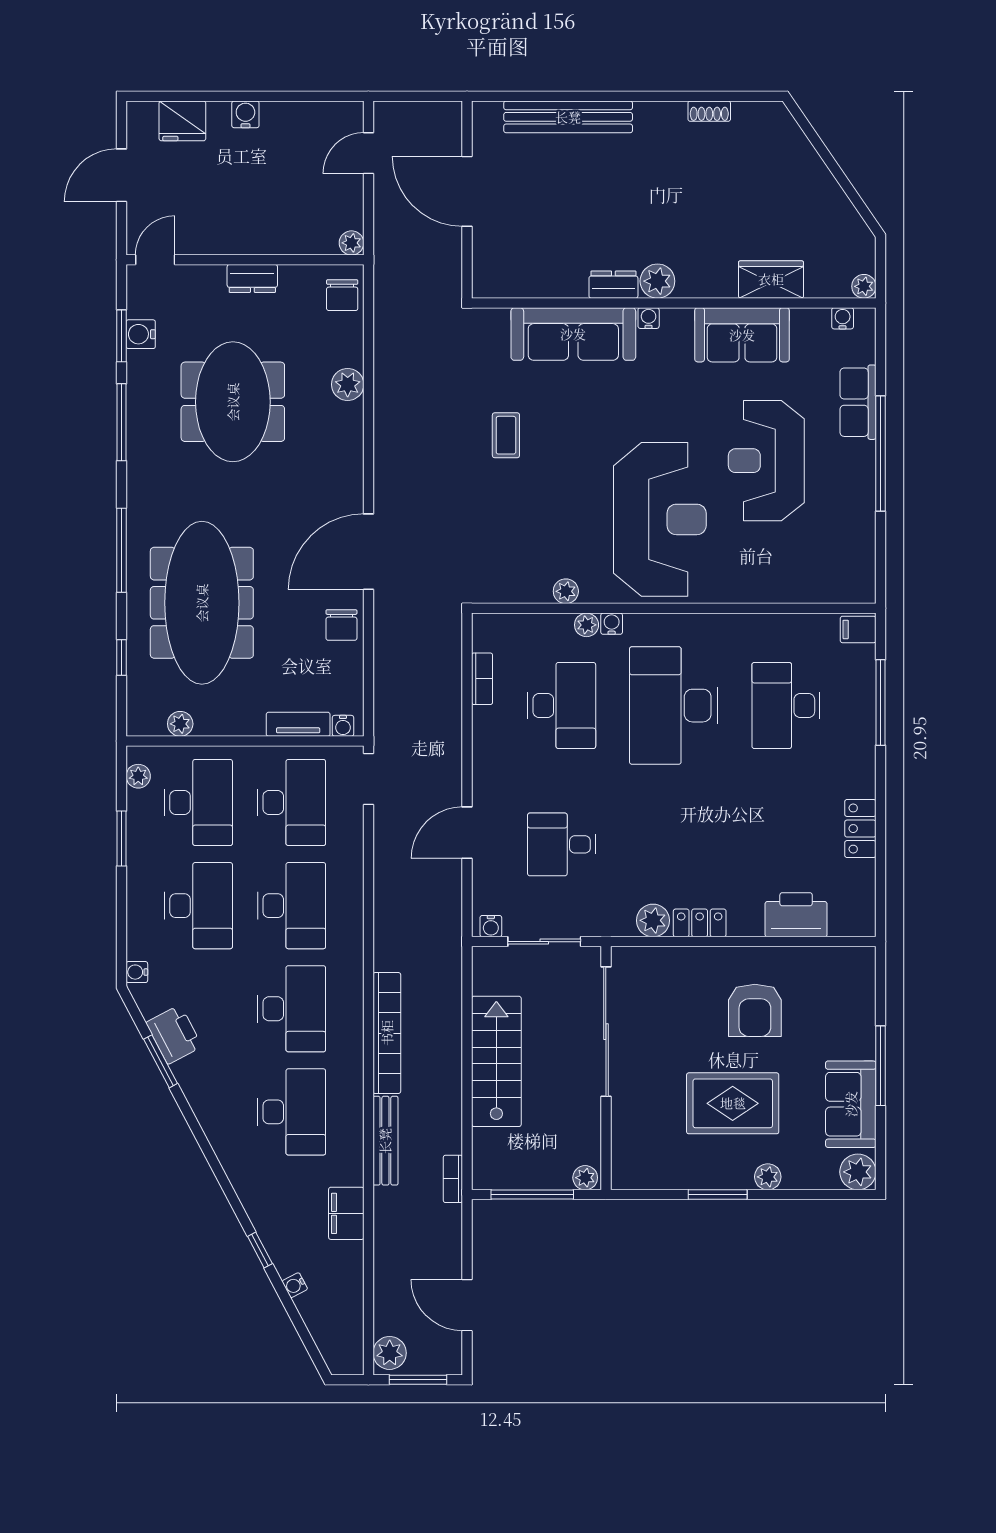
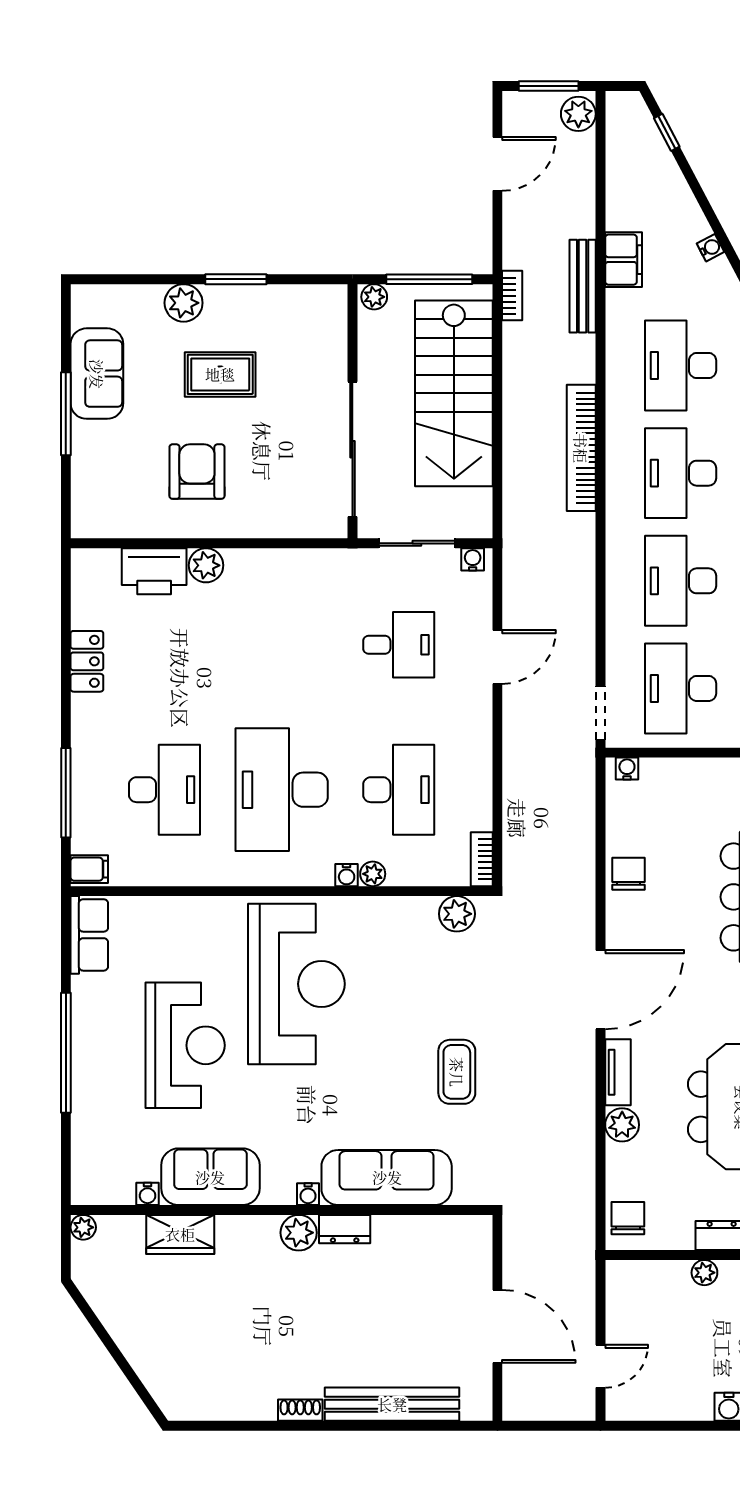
shoe rack: (709, 111) -> (300, 1410), moved
plant: (352, 243) -> (704, 1273), moved
water cooler: (843, 318) -> (148, 1194), moved
row of seats: (858, 402) -> (89, 935), moved
coffee table: (506, 435) -> (457, 1072), width x1.36, depth x1.30
reception desk: (660, 519) -> (296, 984), turned 180
door: (368, 552) -> (600, 990), moved
plant: (566, 591) -> (457, 914), moved, width x1.38, depth x1.38
bookcase: (482, 679) -> (482, 859), moved
desk: (562, 706) -> (399, 790), turned 180
desk: (674, 706) -> (282, 790), turned 180
tv unit: (298, 724) -> (618, 1072), moved, turned -90
plant: (653, 920) -> (206, 565), moved
locker: (700, 923) -> (255, 563), removed
stairs: (496, 1061) -> (454, 393), width x1.36, depth x1.51
rug: (733, 1103) -> (220, 374), width x0.73, depth x0.70
bench: (385, 1141) -> (583, 286), moved
plant: (858, 1172) -> (89, 303), removed
plant: (768, 1177) -> (184, 303), width x1.38, depth x1.38
window: (260, 1250) -> (667, 132), moved
water cooler: (295, 1285) -> (711, 248), moved
door: (467, 1305) -> (497, 164), hinge flipped

